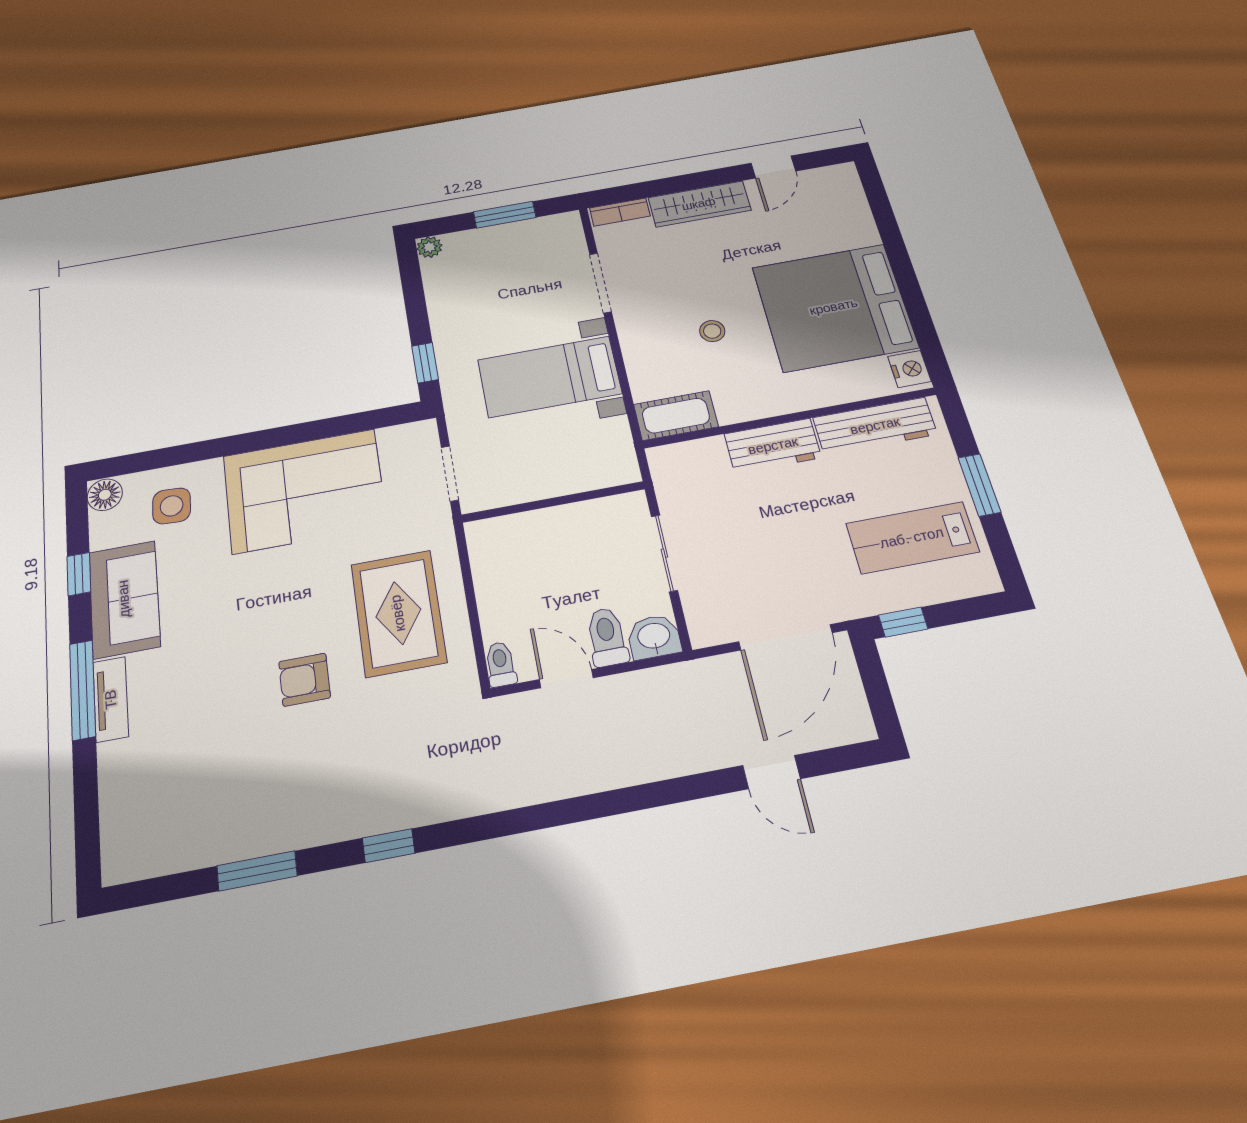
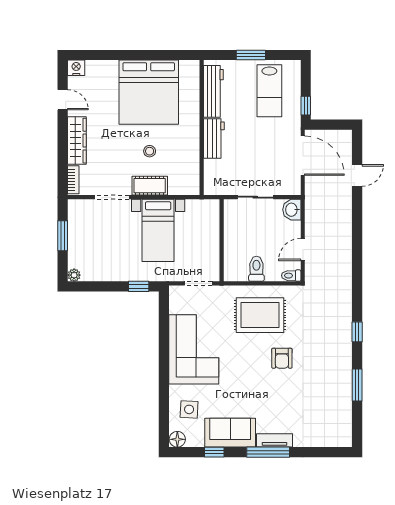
nightstand: (909, 369) -> (76, 68), moved
cot: (676, 416) -> (150, 186), moved, turned 90
toilet: (607, 637) -> (256, 269), moved, turned 90

